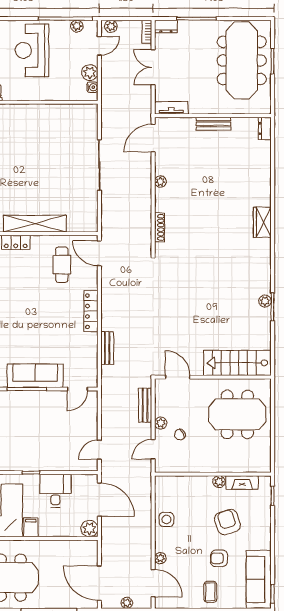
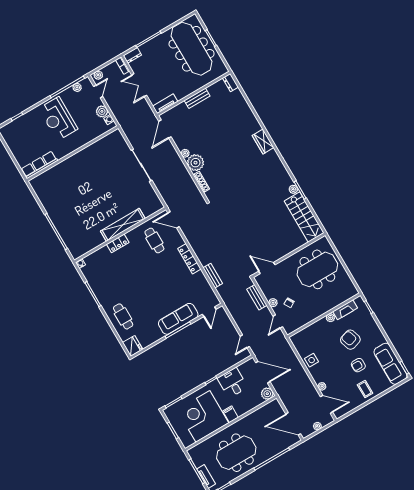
plant: (166, 200) -> (196, 163), added
stairs: (237, 363) -> (304, 217), moved, turned -90

